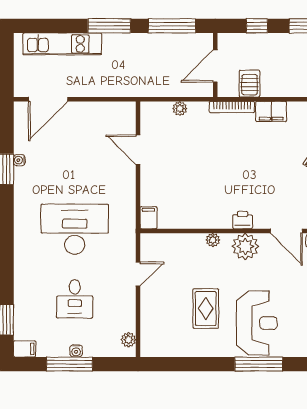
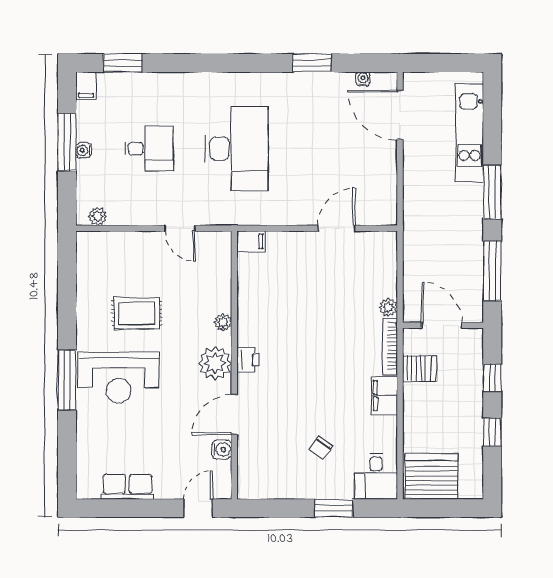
plant: (180, 108) -> (388, 307), moved
water cooler: (19, 160) -> (363, 79), moved
desk: (75, 299) -> (149, 149), turned 180

